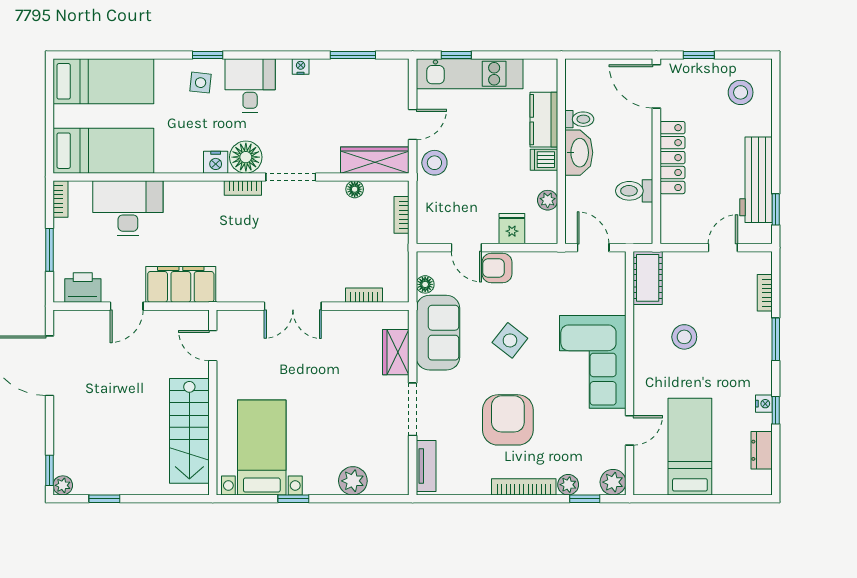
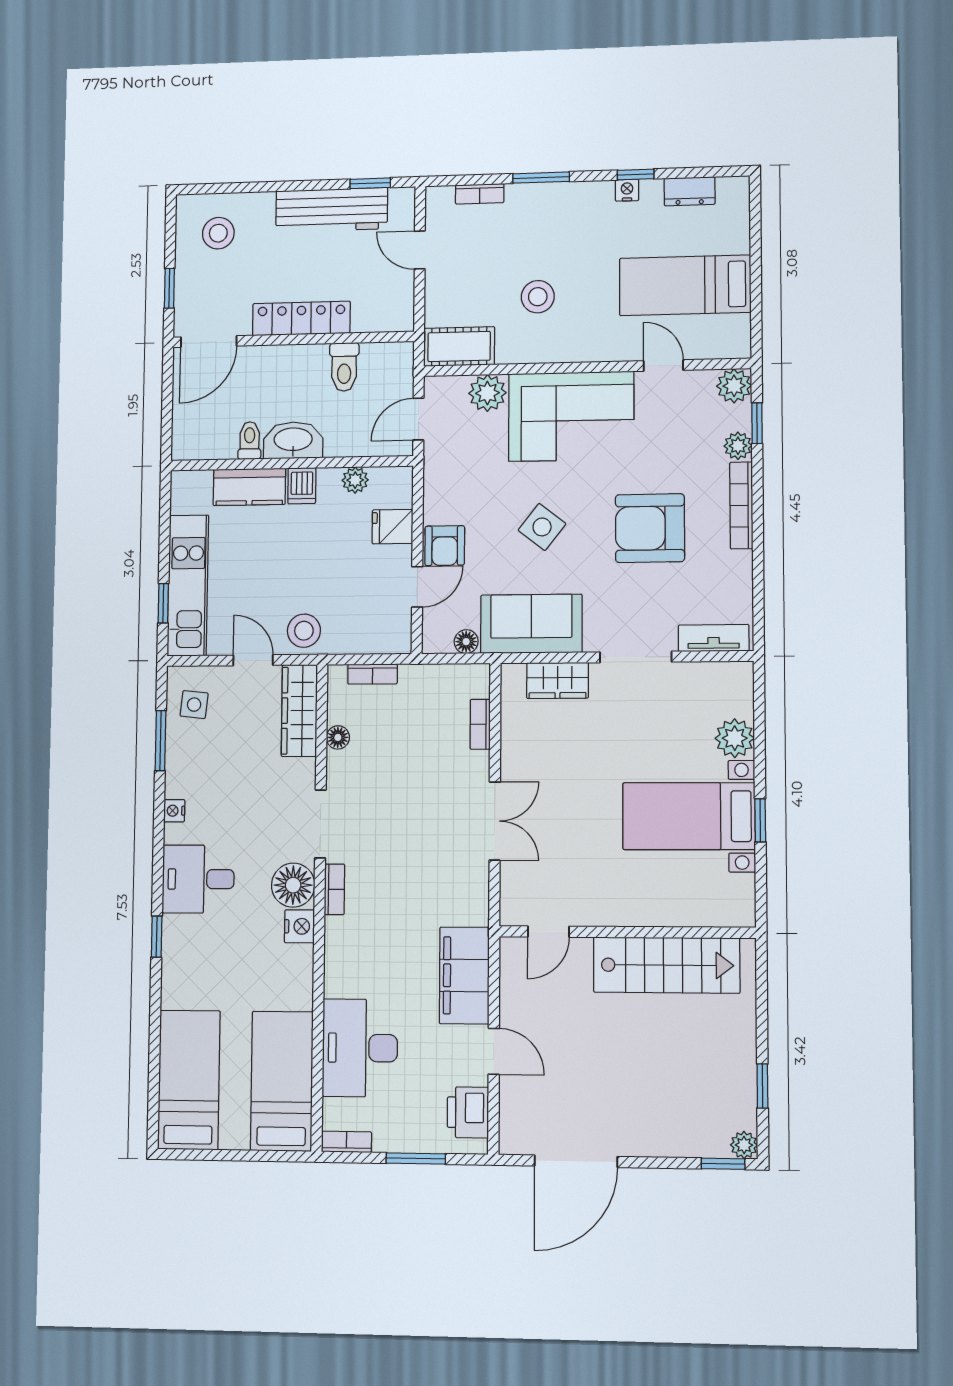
side table: (201, 83) -> (194, 705), moved
plant: (612, 299) -> (487, 393), added
bed with nightstands: (262, 447) -> (689, 816), moved

